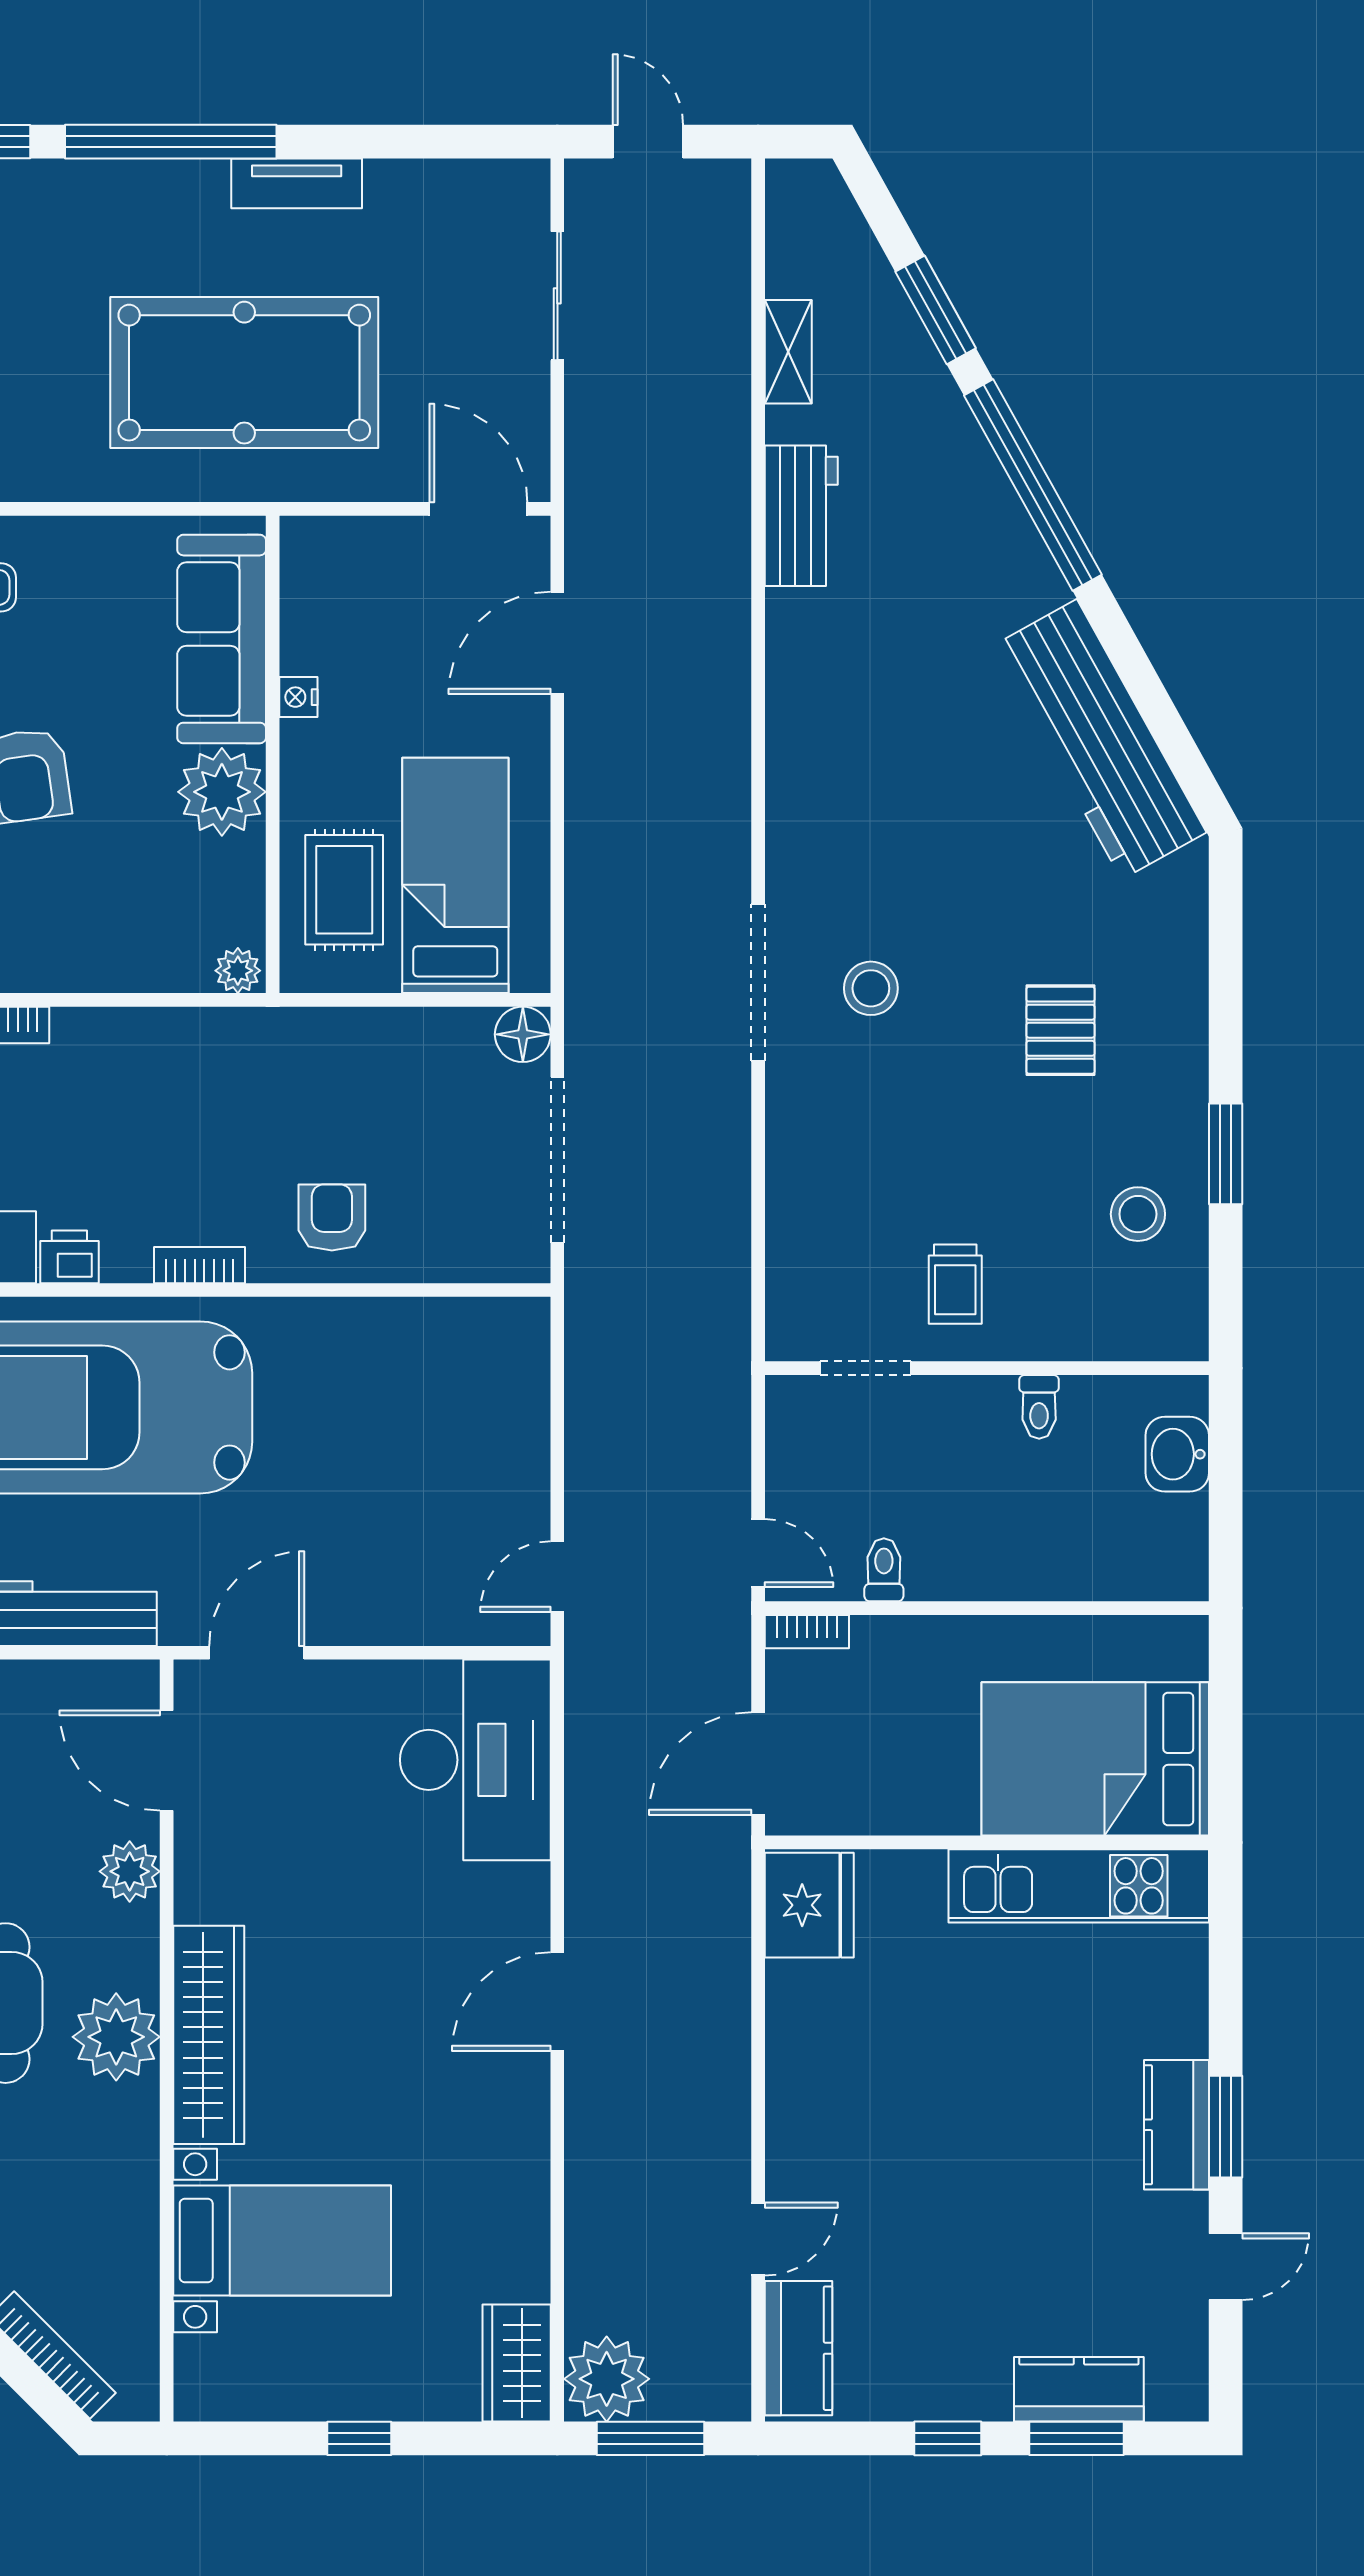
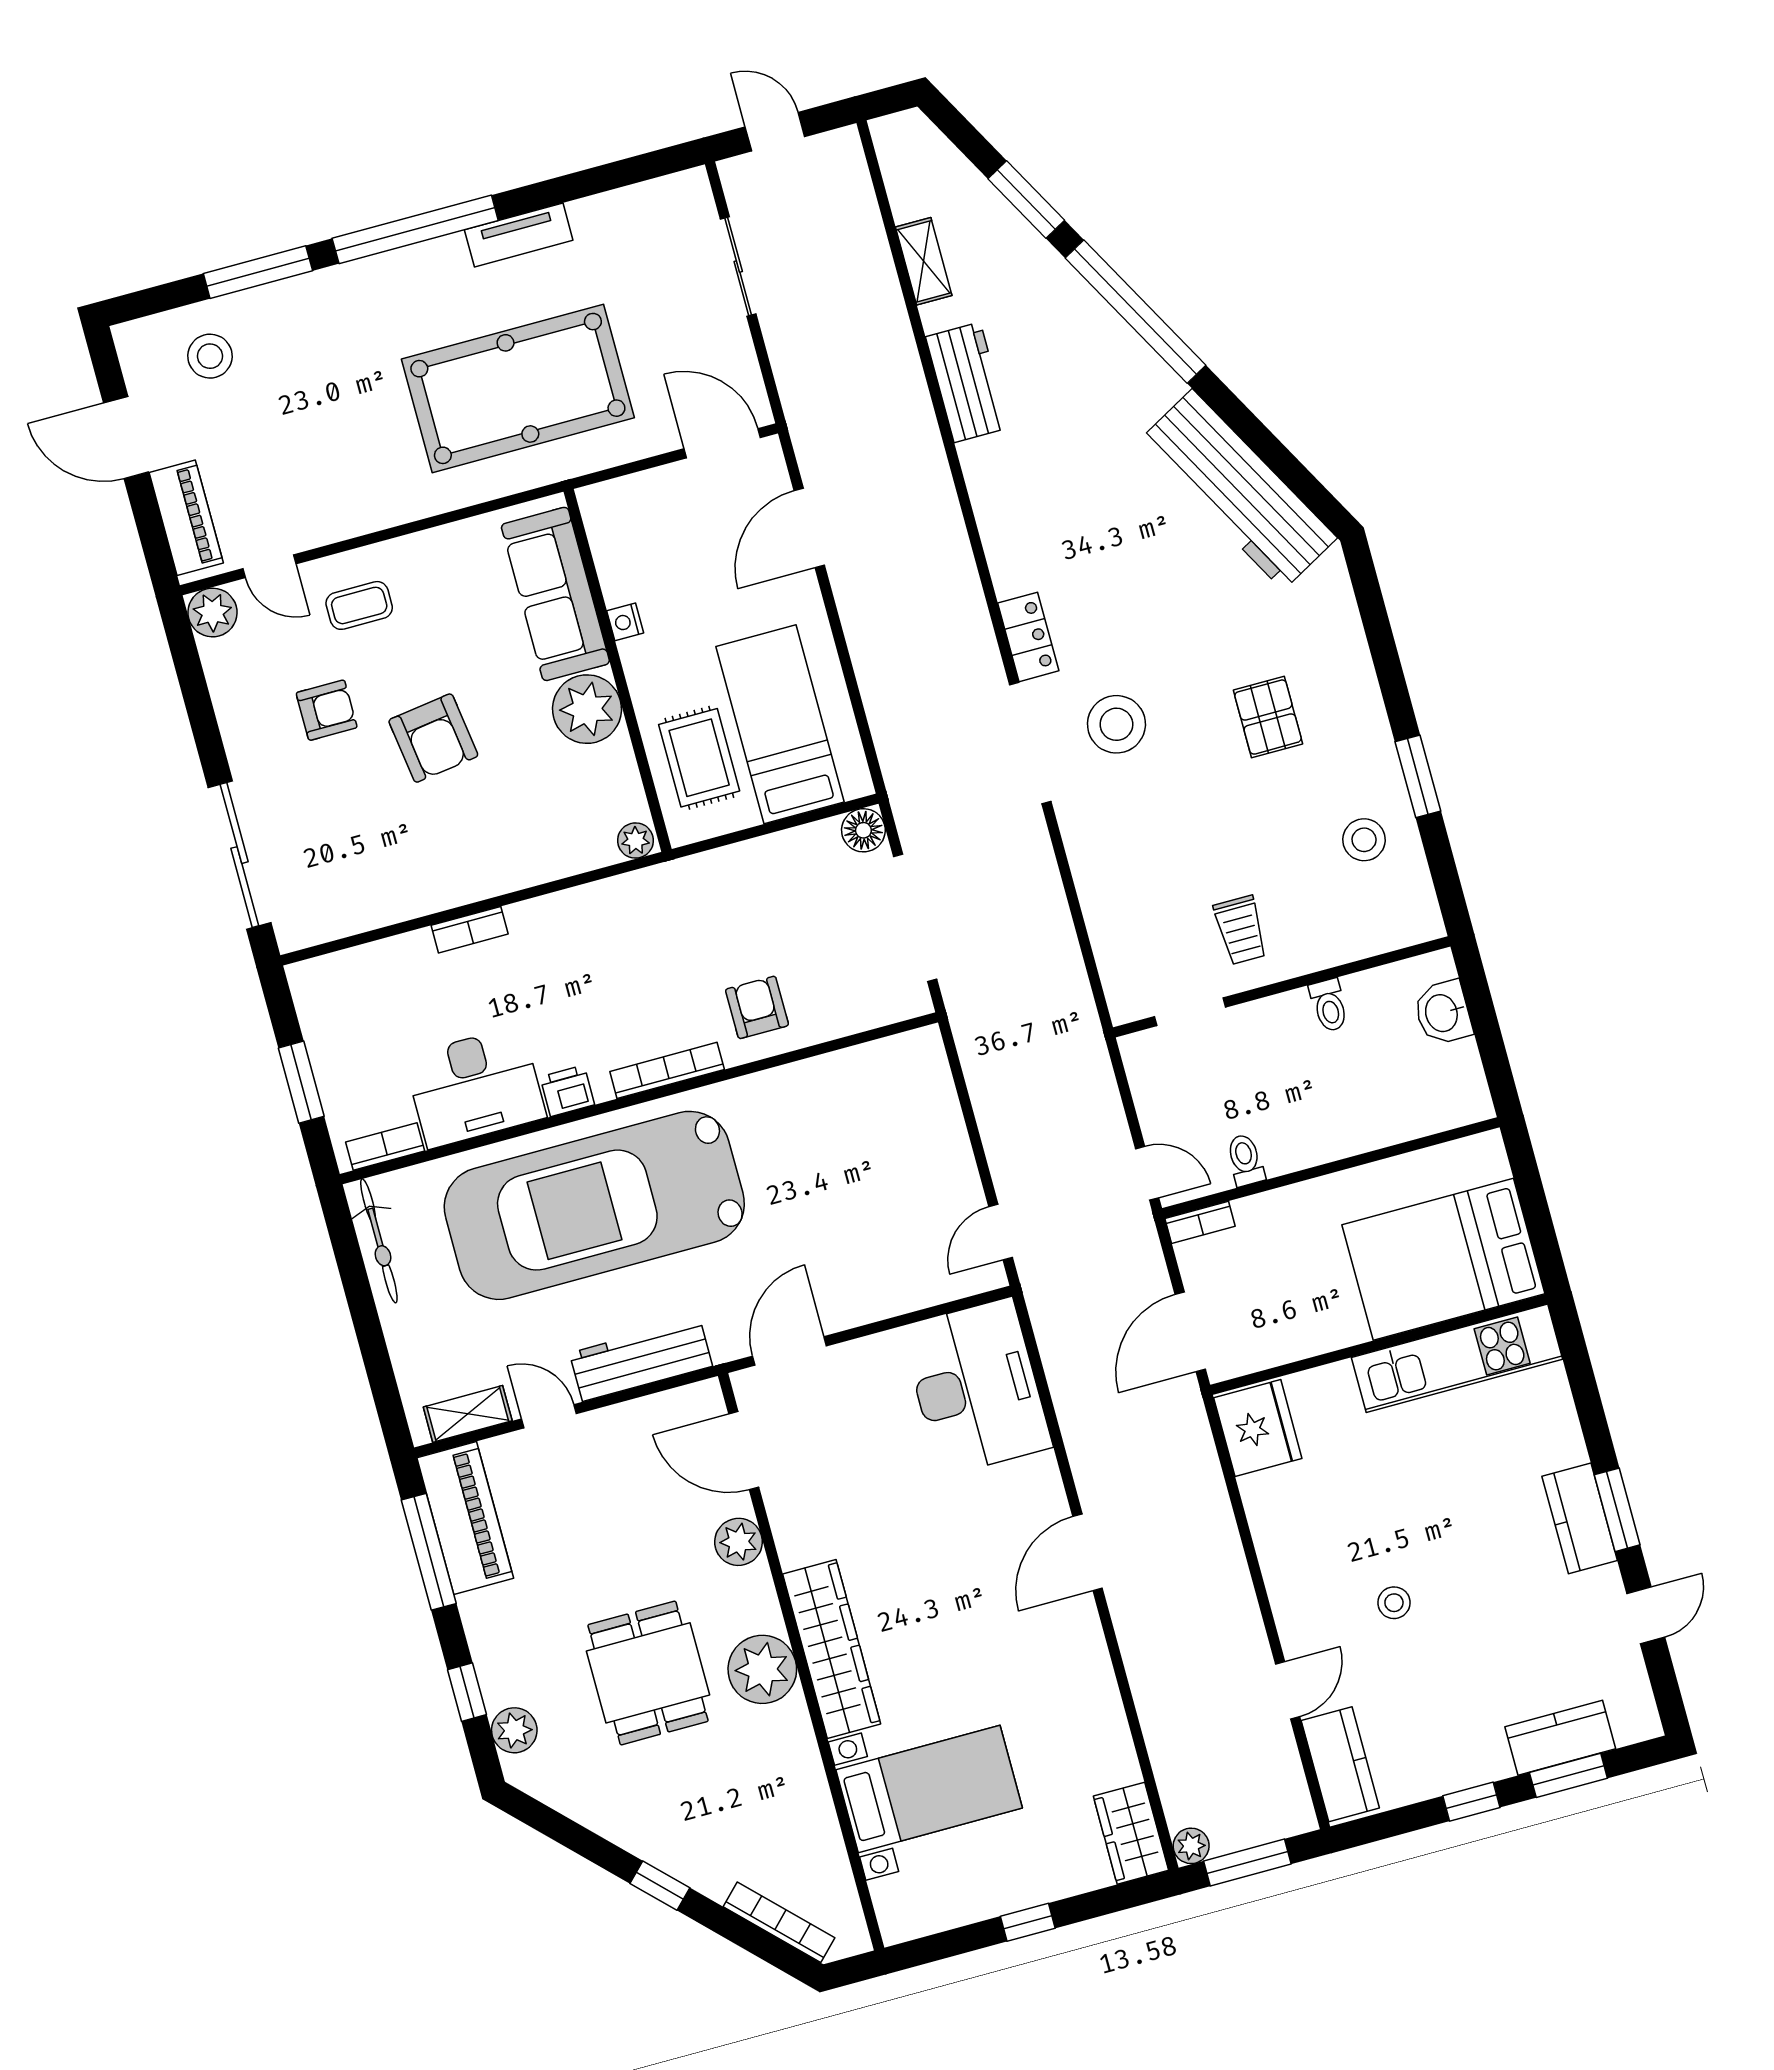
locker: (791, 851) -> (1028, 637), added
stool: (871, 988) -> (1116, 724), width x1.38, depth x1.38
bookcase: (200, 1265) -> (667, 1070), width x1.56
stool: (919, 2167) -> (1394, 1603), added
plant: (607, 2379) -> (1191, 1846), width x0.53, depth x0.53

